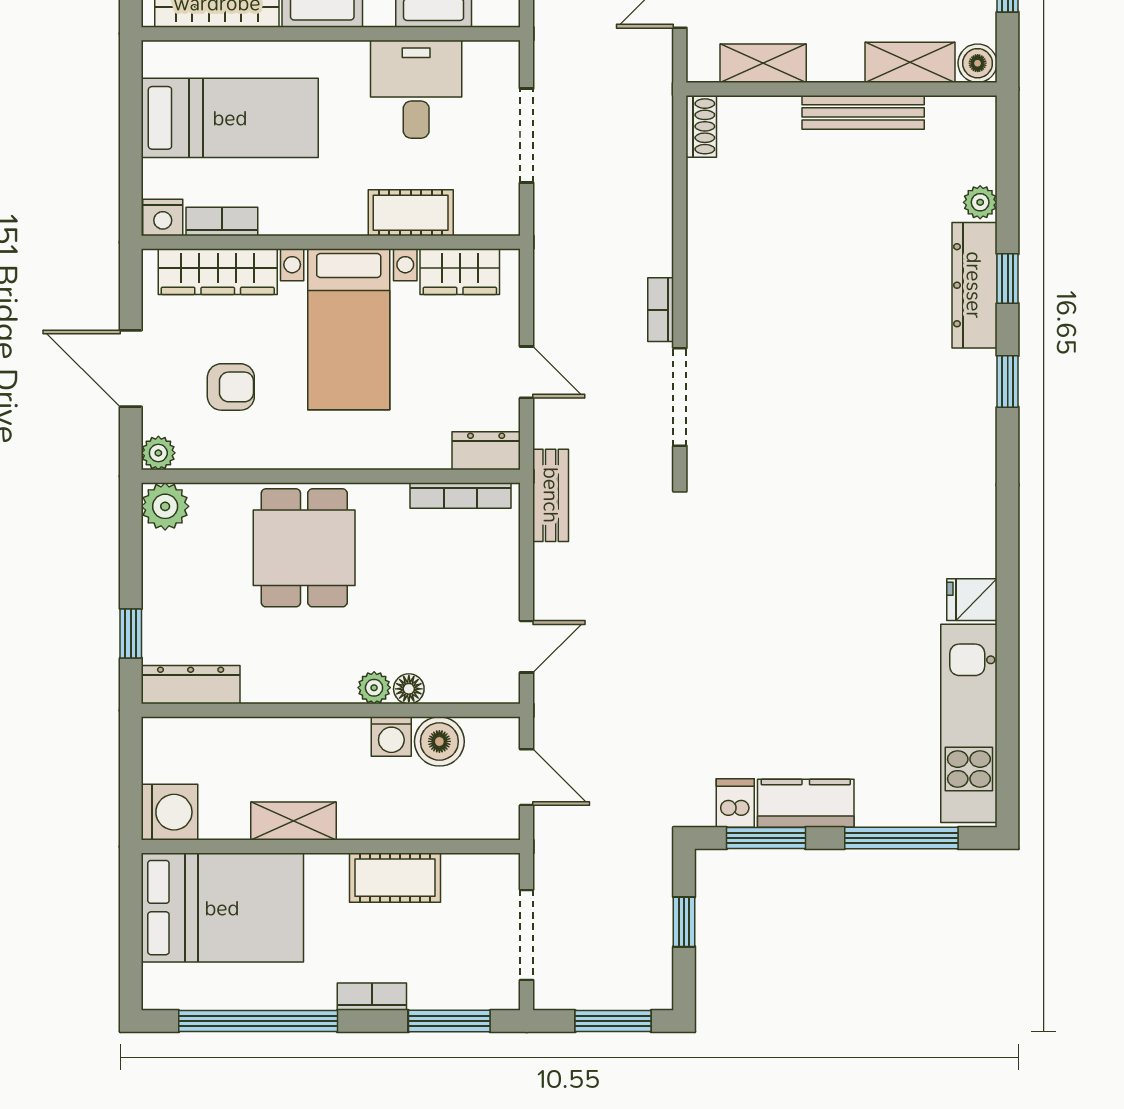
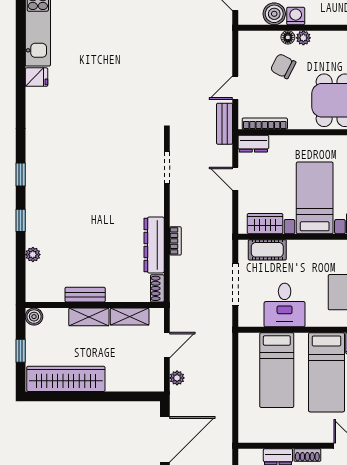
shelving: (910, 62) -> (89, 317), moved
bench: (863, 112) -> (85, 295), width x0.73
cot: (411, 213) -> (267, 250), moved
dresser: (974, 285) -> (154, 245), moved, turned 180
bookcase: (661, 310) -> (175, 241), moved
doorway: (680, 397) -> (167, 168), width x0.73
chair: (419, 624) -> (283, 66), added
door: (527, 647) -> (235, 88), moved

